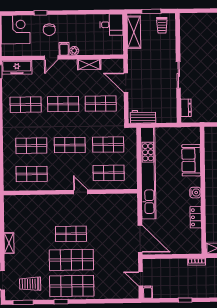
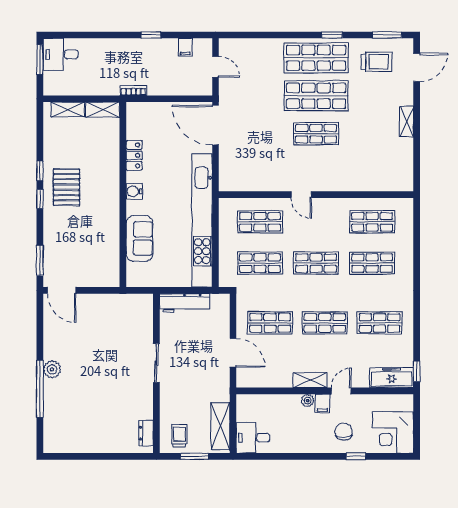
shelving: (89, 64) -> (310, 380), moved
dresser: (186, 108) -> (146, 433), moved
workbench: (143, 117) -> (185, 303), moved, width x1.38
filing cabinet: (148, 292) -> (185, 47), moved

